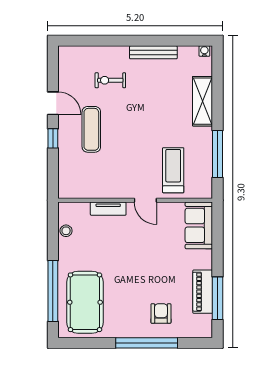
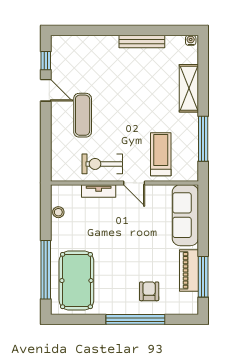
exercise bike: (110, 80) -> (102, 164), moved, width x1.38, depth x1.39
window: (53, 138) -> (46, 61), moved
sofa: (199, 225) -> (185, 215), width x1.36

